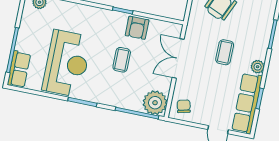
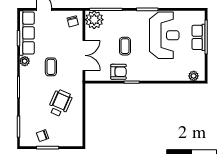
armchair: (137, 28) -> (118, 72), turned 90
reception desk: (67, 63) -> (164, 35), turned 180
row of seats: (19, 69) -> (199, 37), moved

